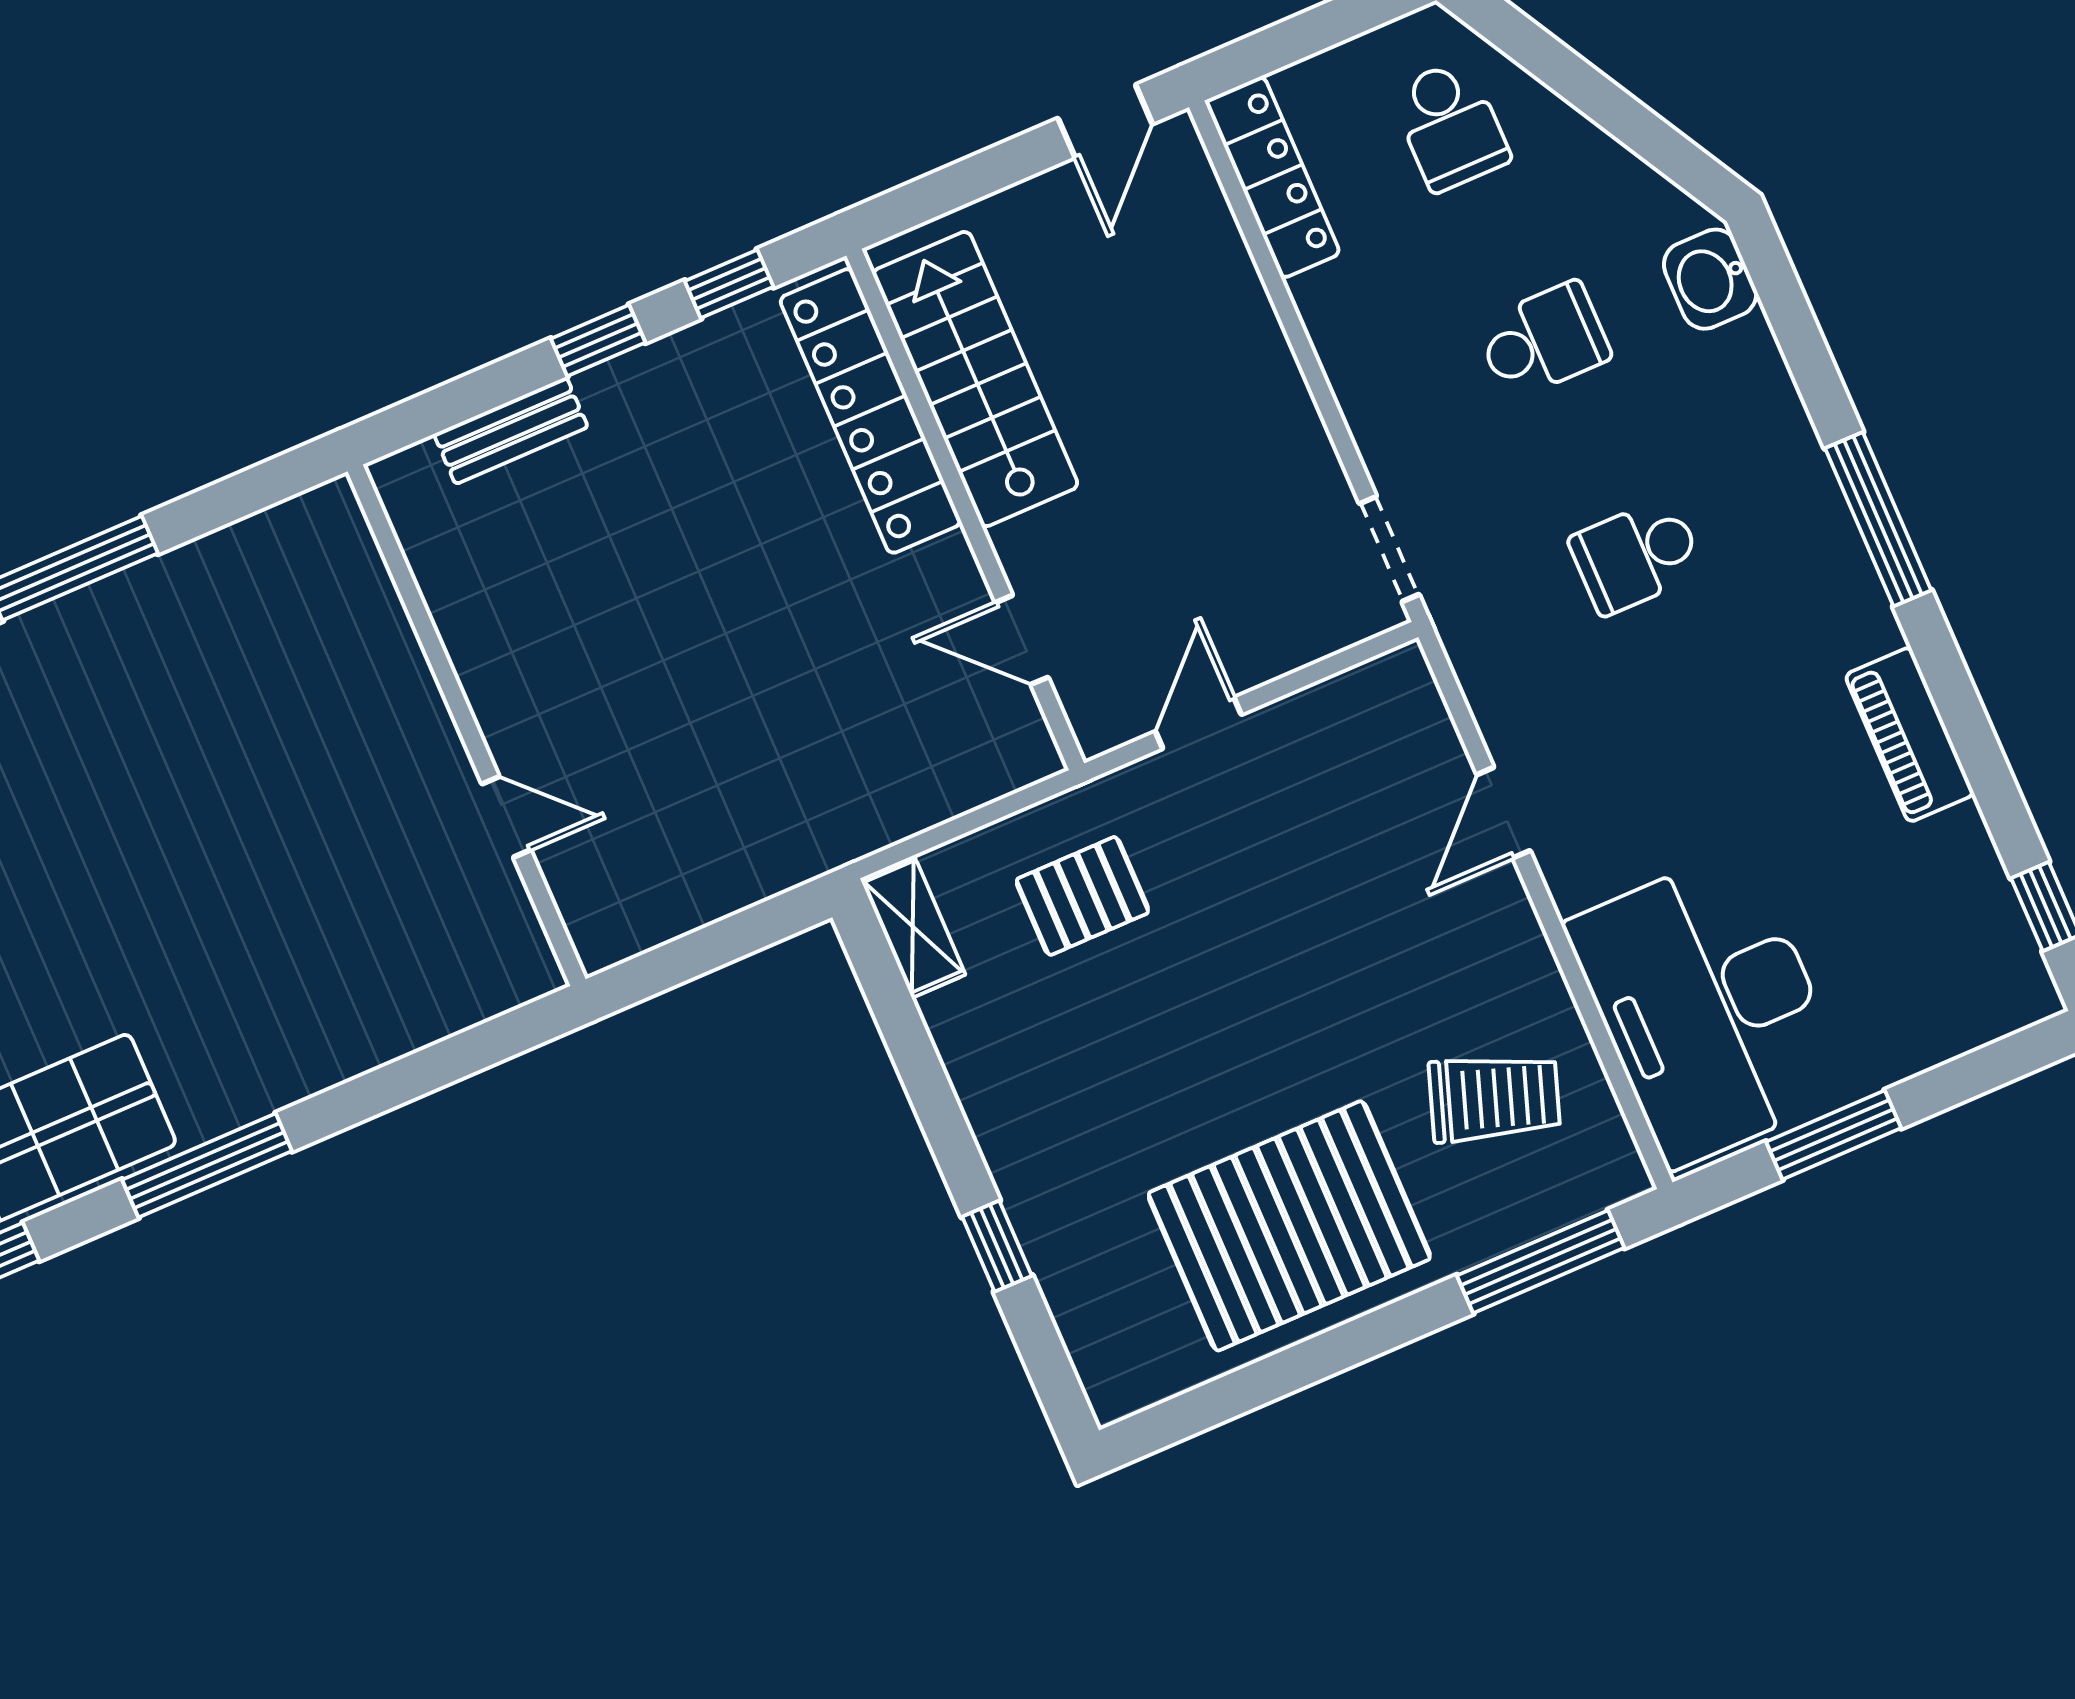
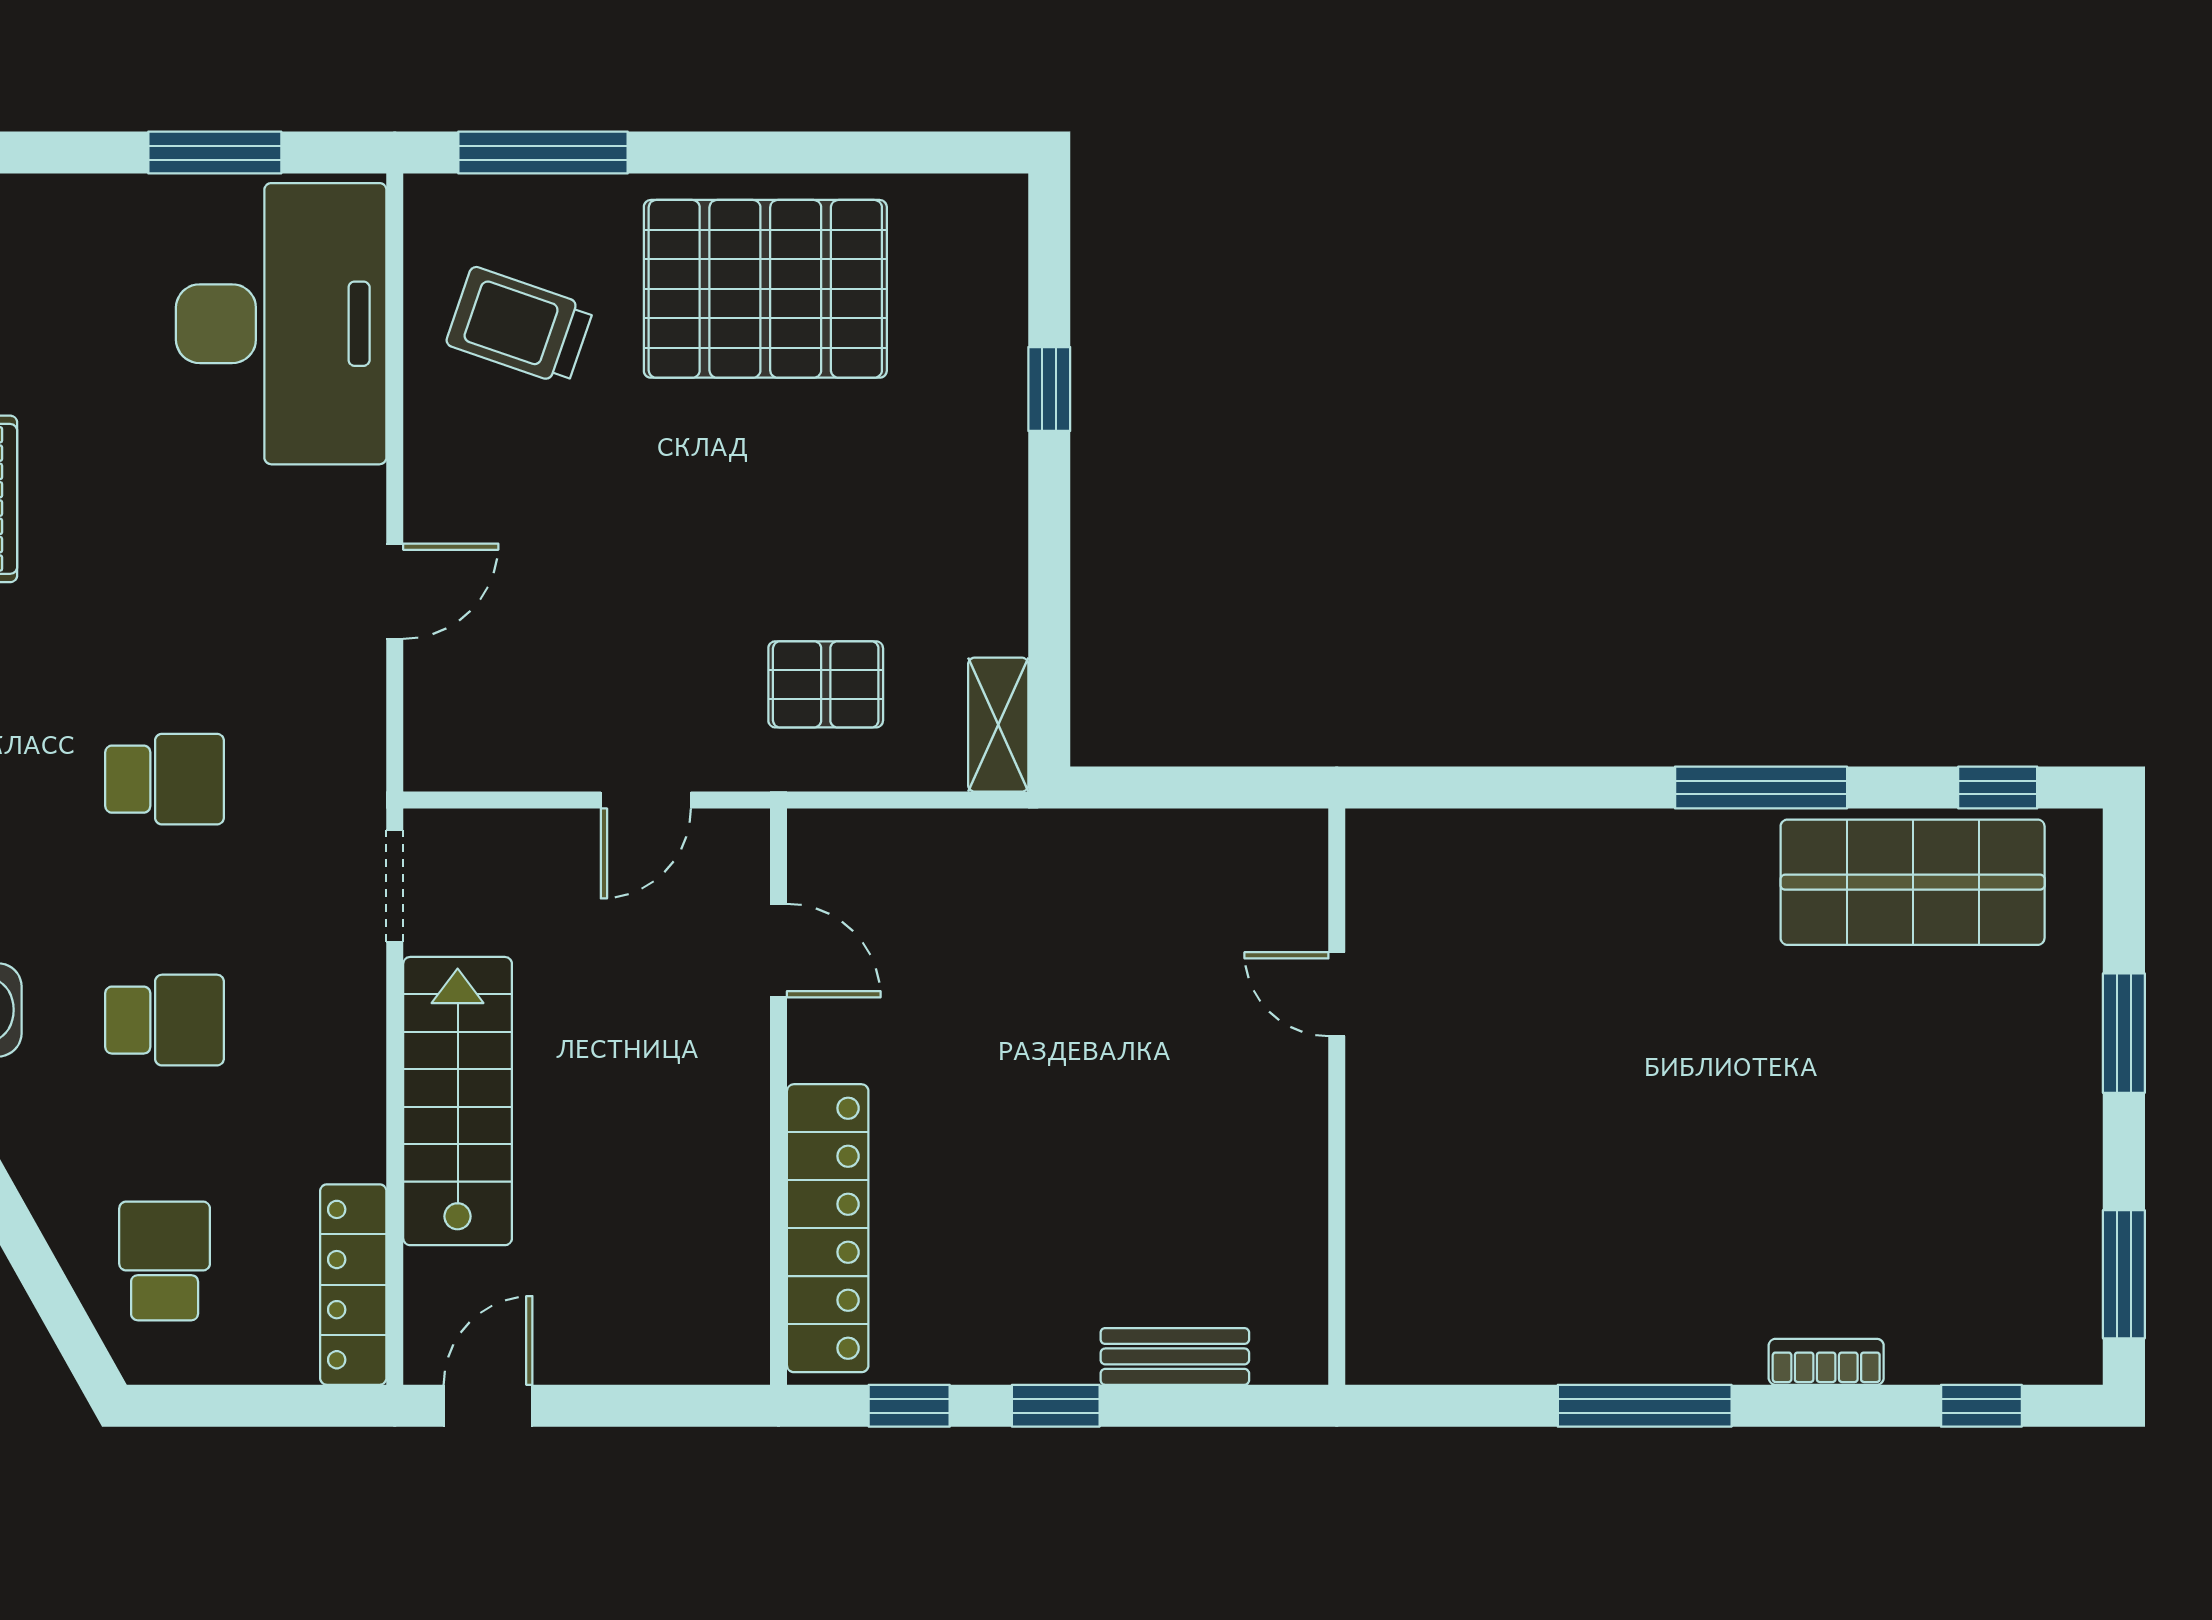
school desk: (1543, 341) -> (165, 1020), turned 180
stairs: (975, 379) -> (458, 1101), moved, turned 180

